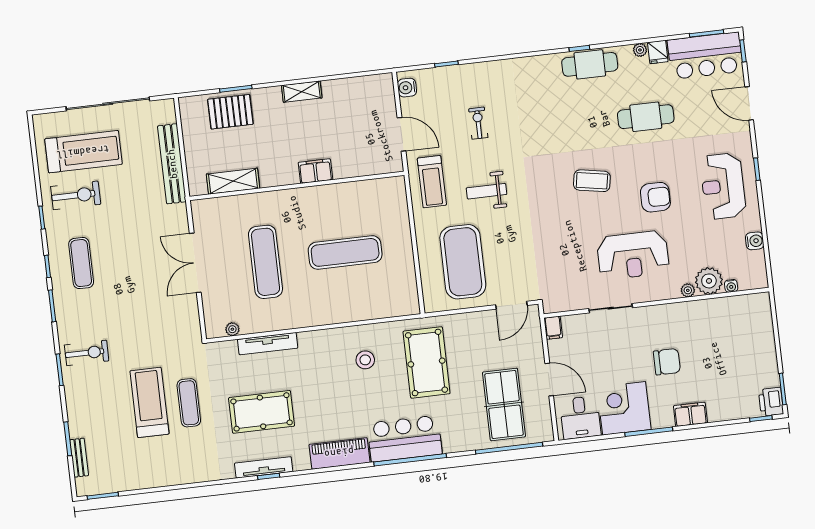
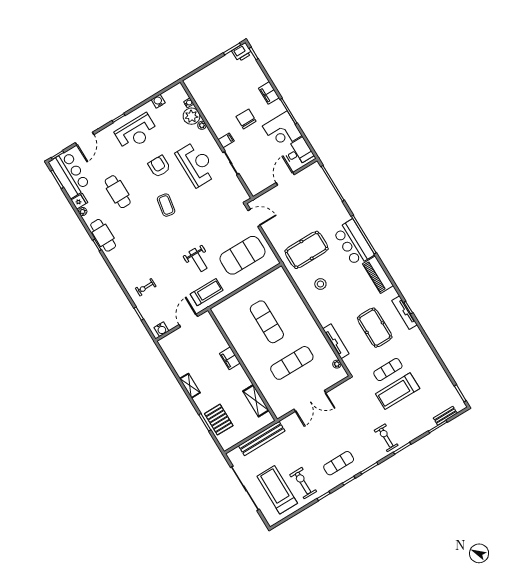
exercise bike: (478, 123) -> (146, 287), moved
filing cabinet: (553, 328) -> (226, 140), moved
table tennis table: (504, 404) -> (310, 197), removed

